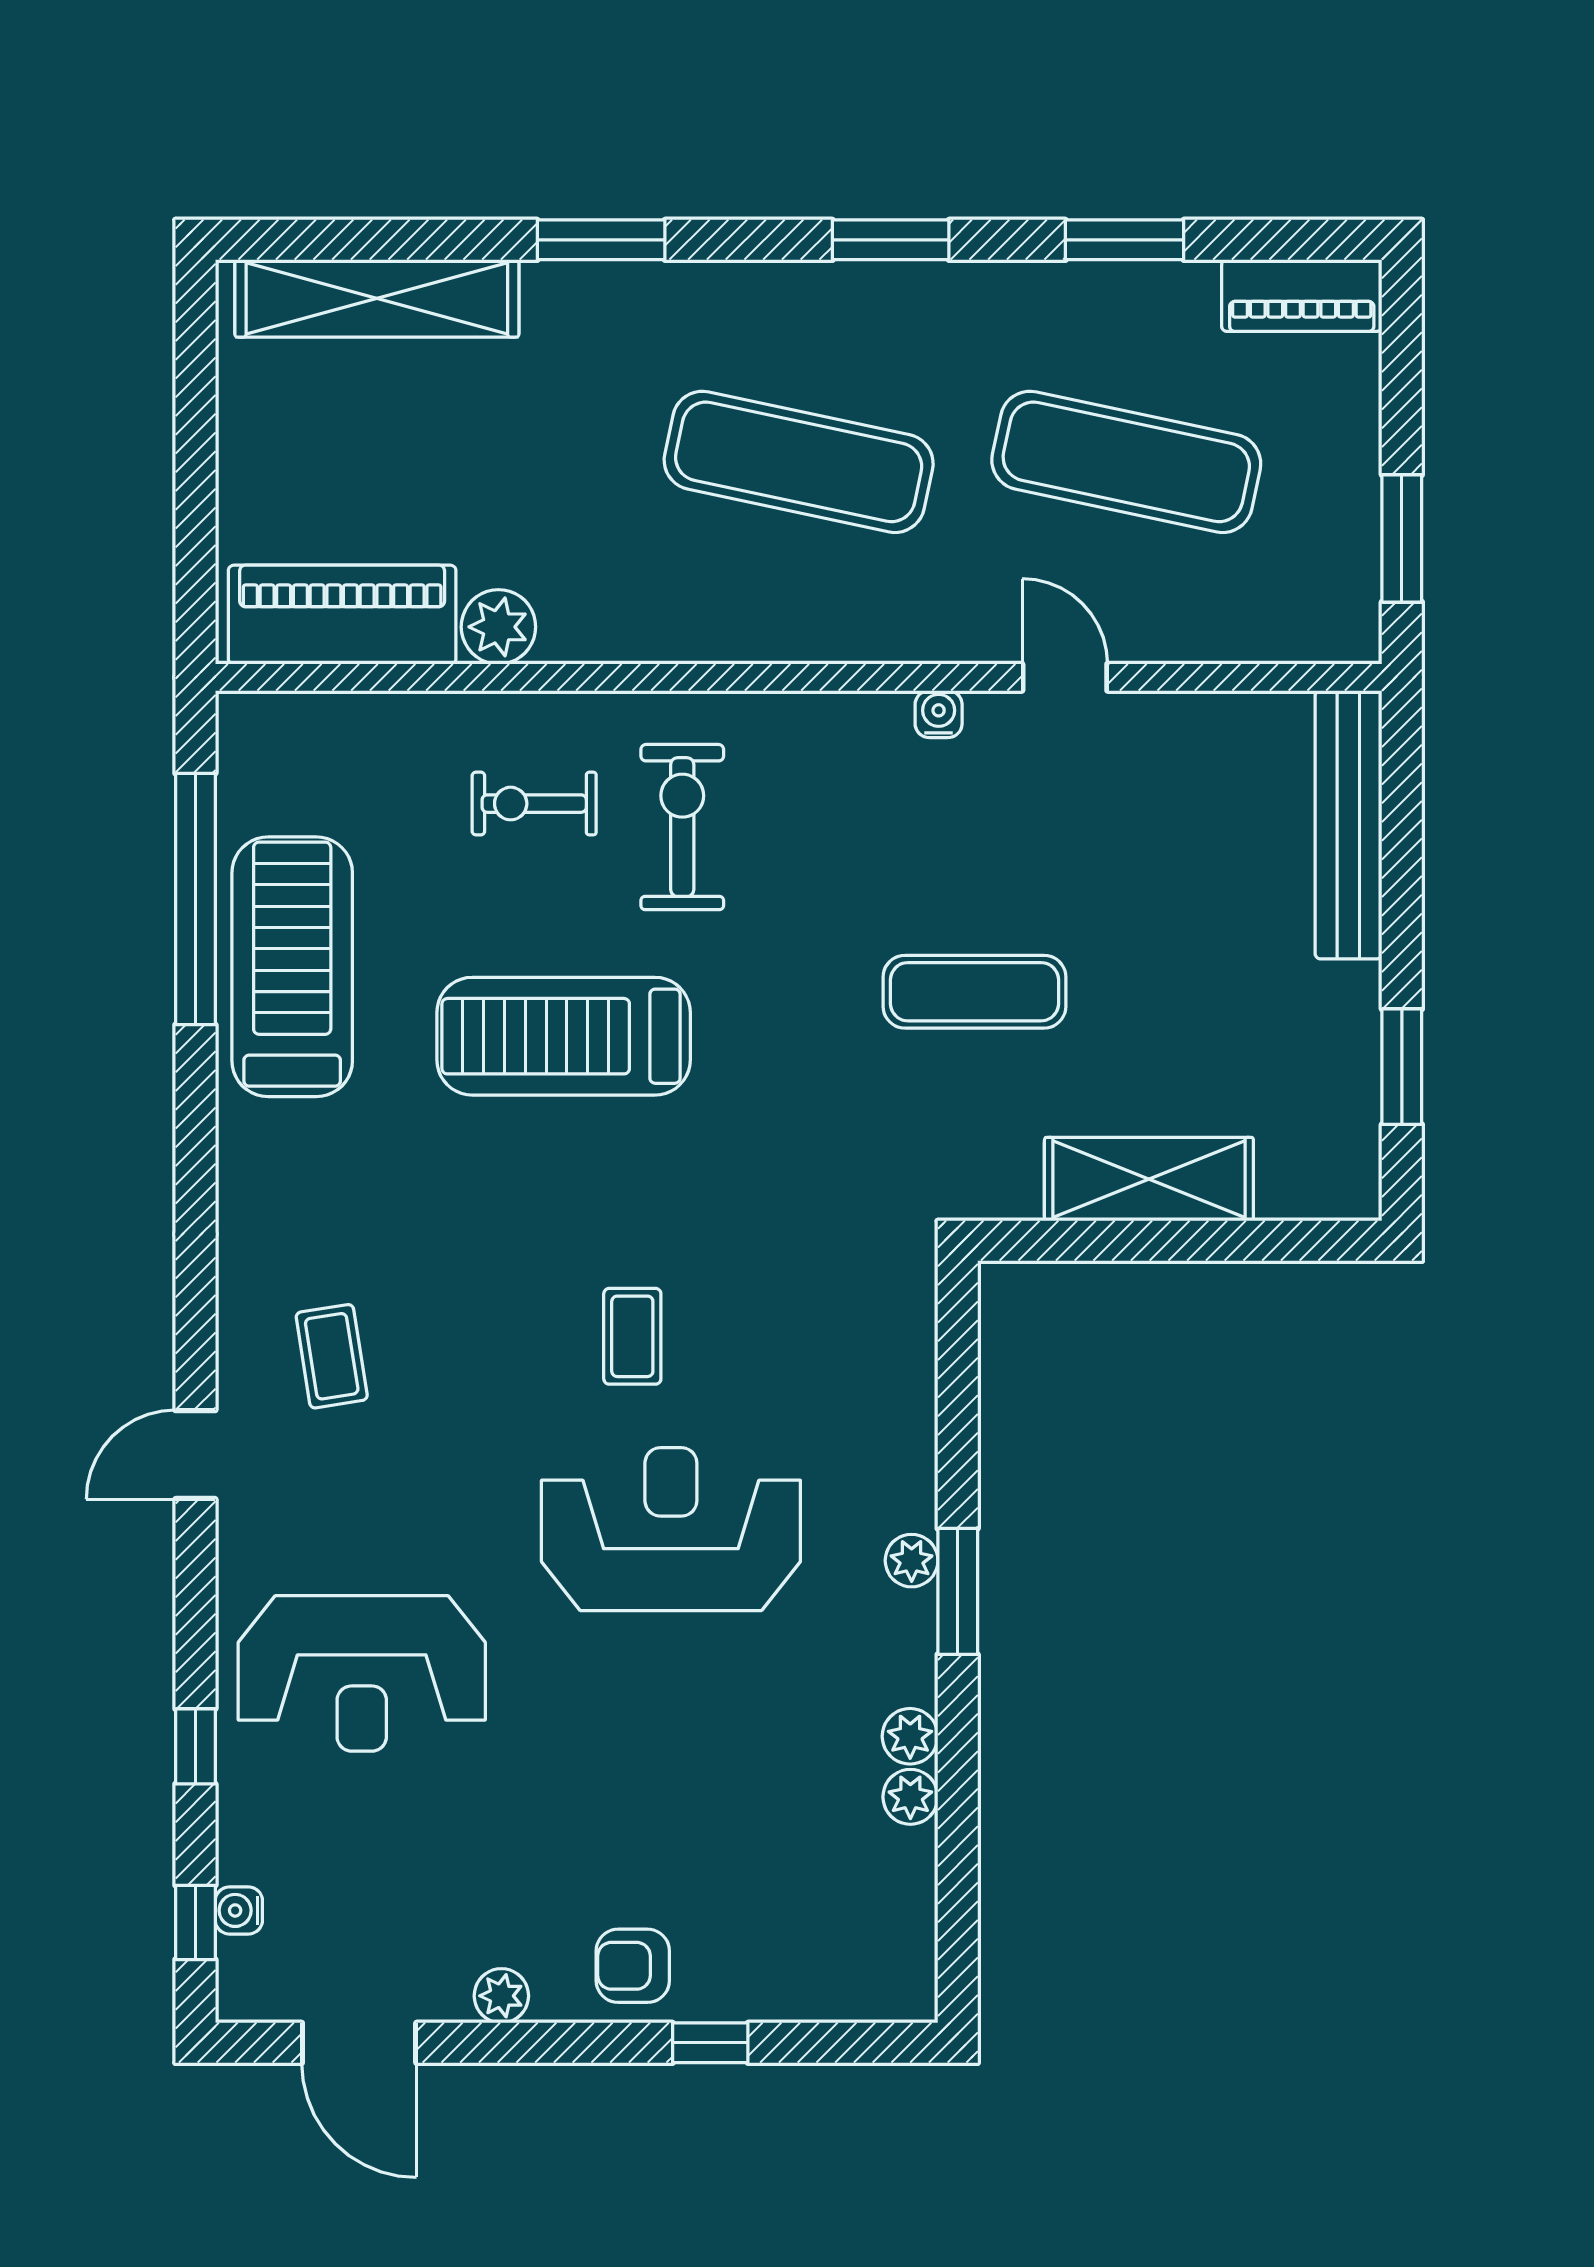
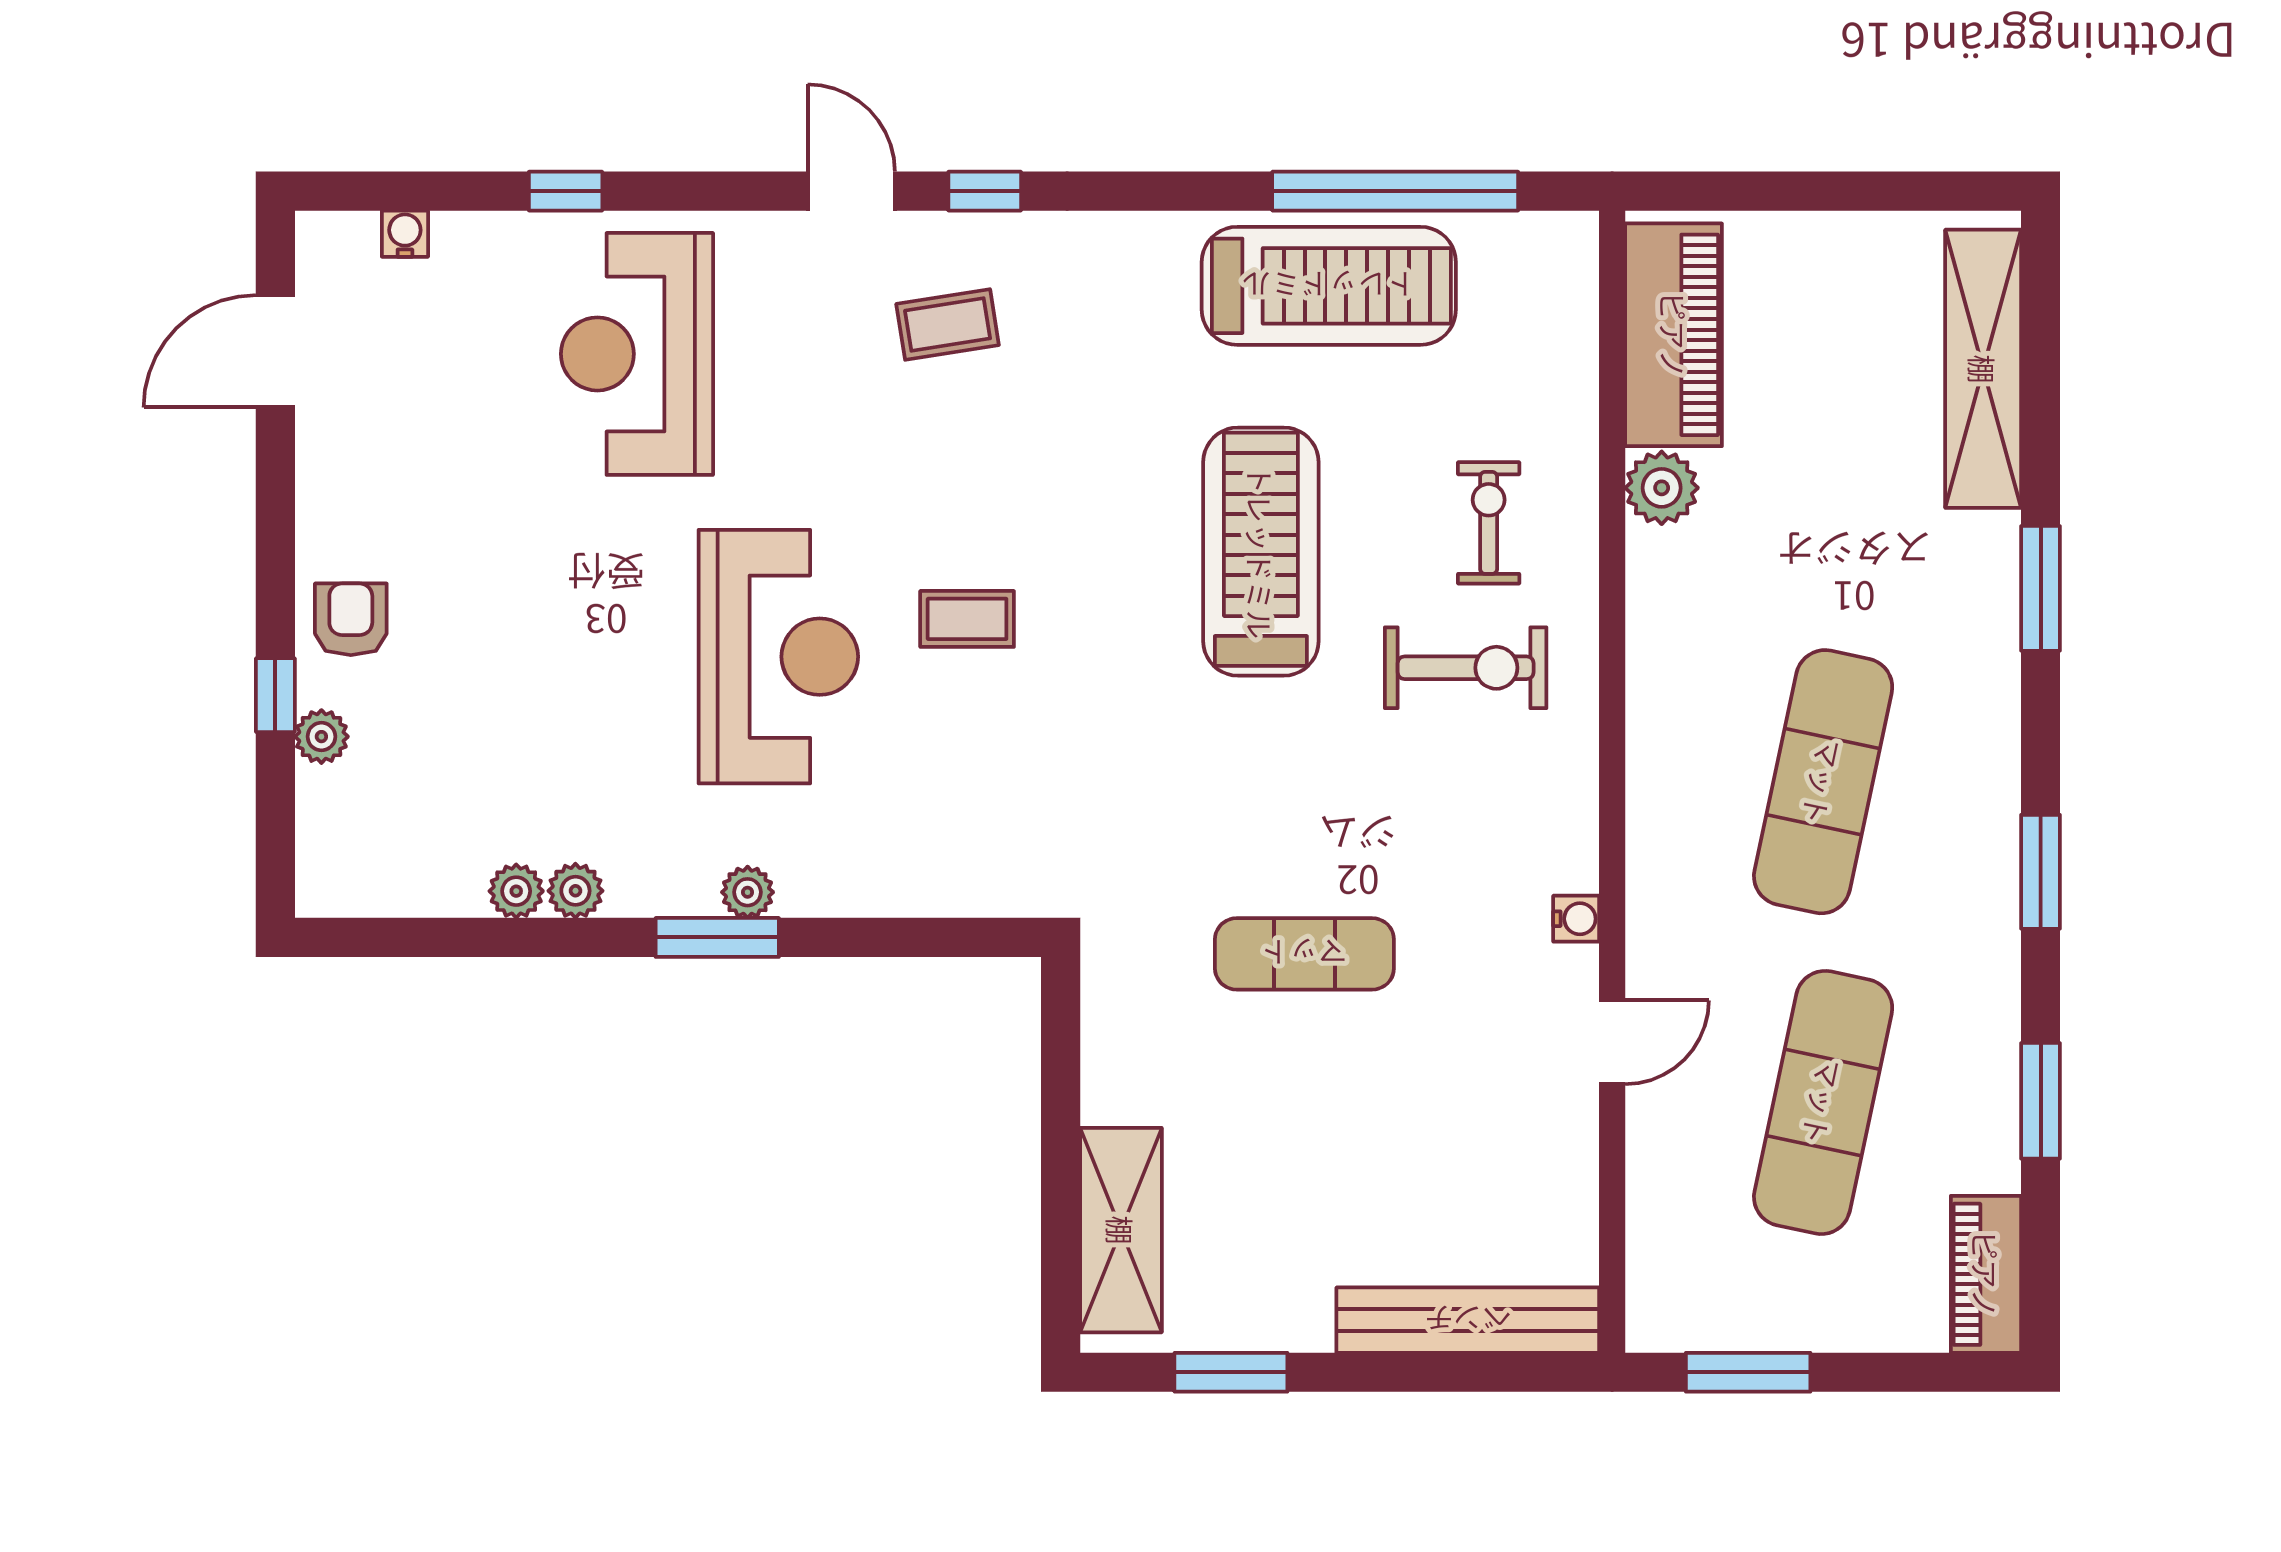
exercise mat: (974, 992) -> (1304, 954), turned 90
shelving: (1149, 1179) -> (1121, 1230), moved
window: (195, 1922) -> (985, 191), moved
plant: (501, 1996) -> (321, 737), moved

